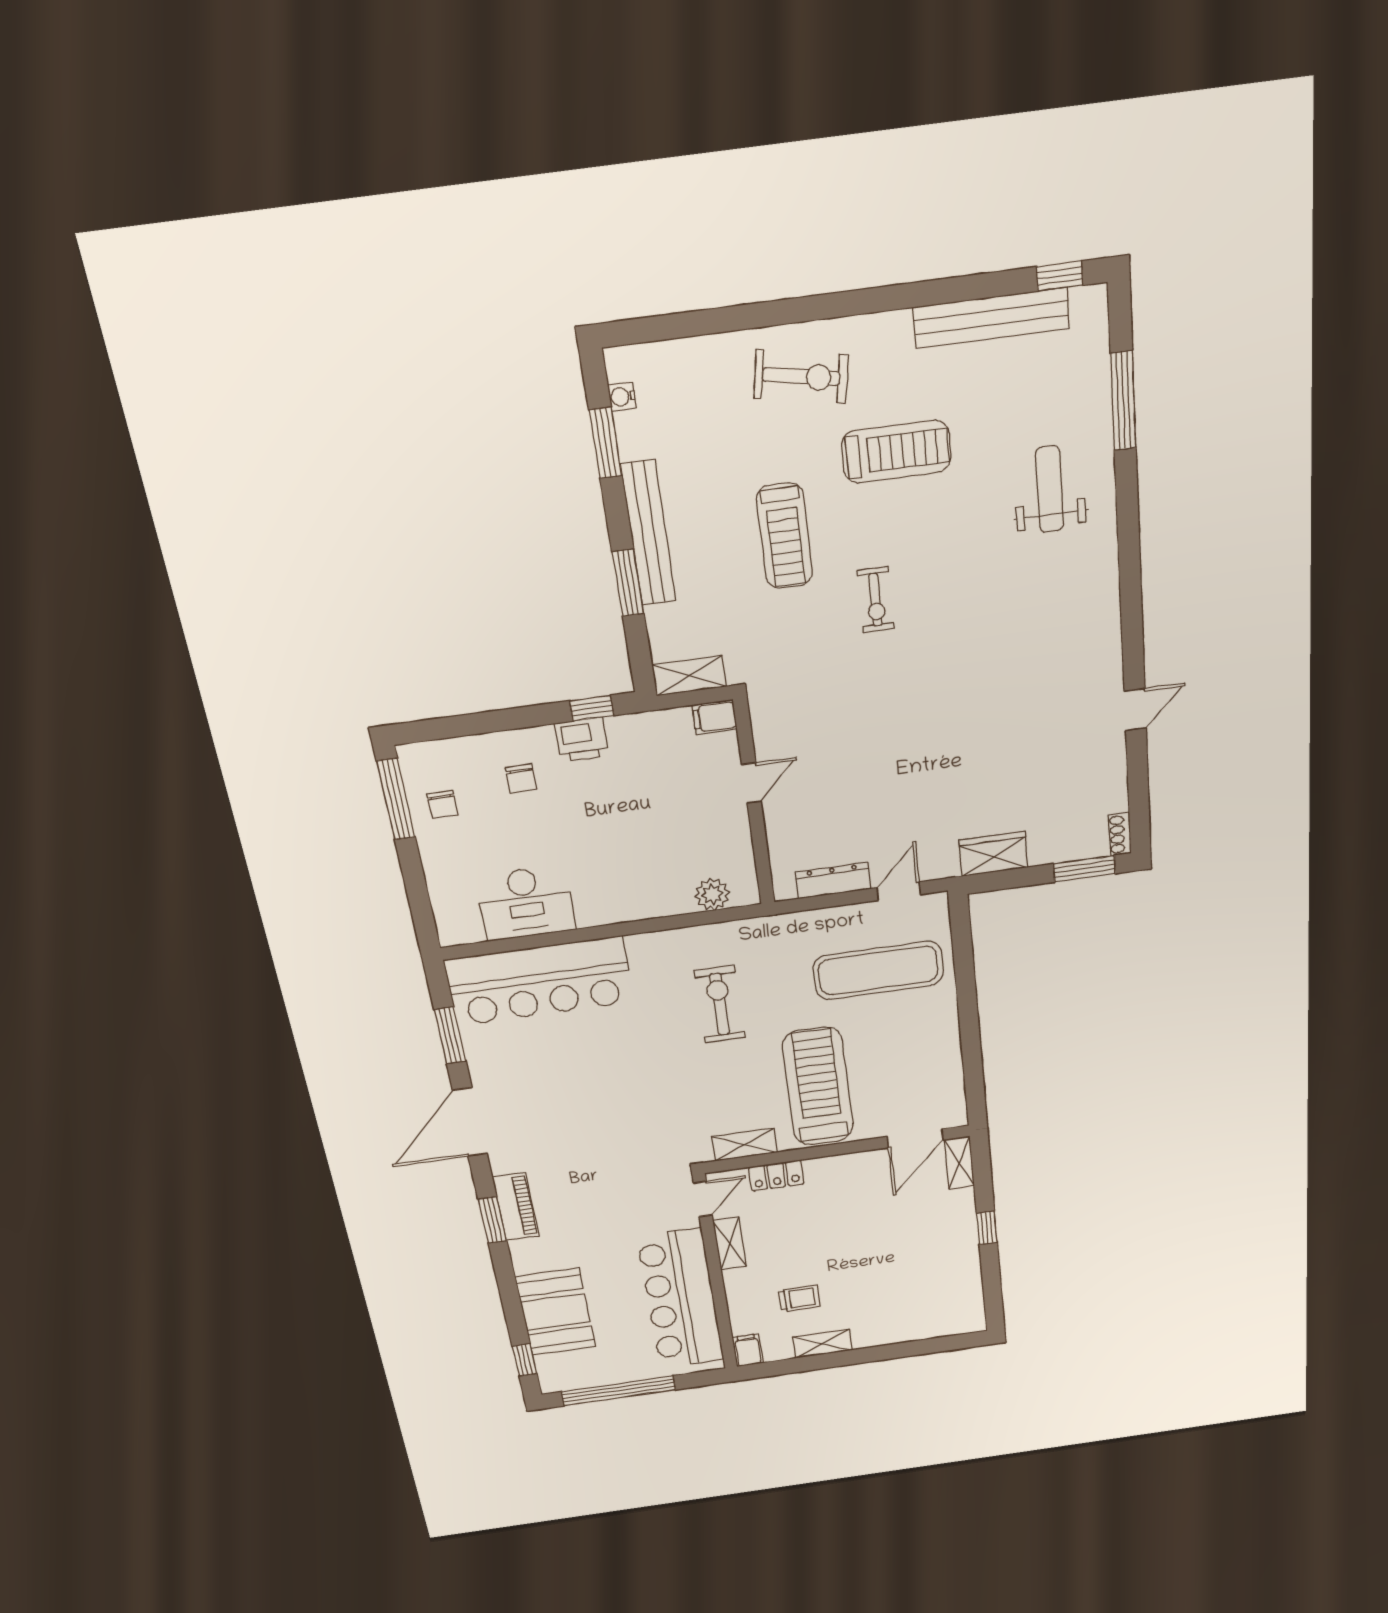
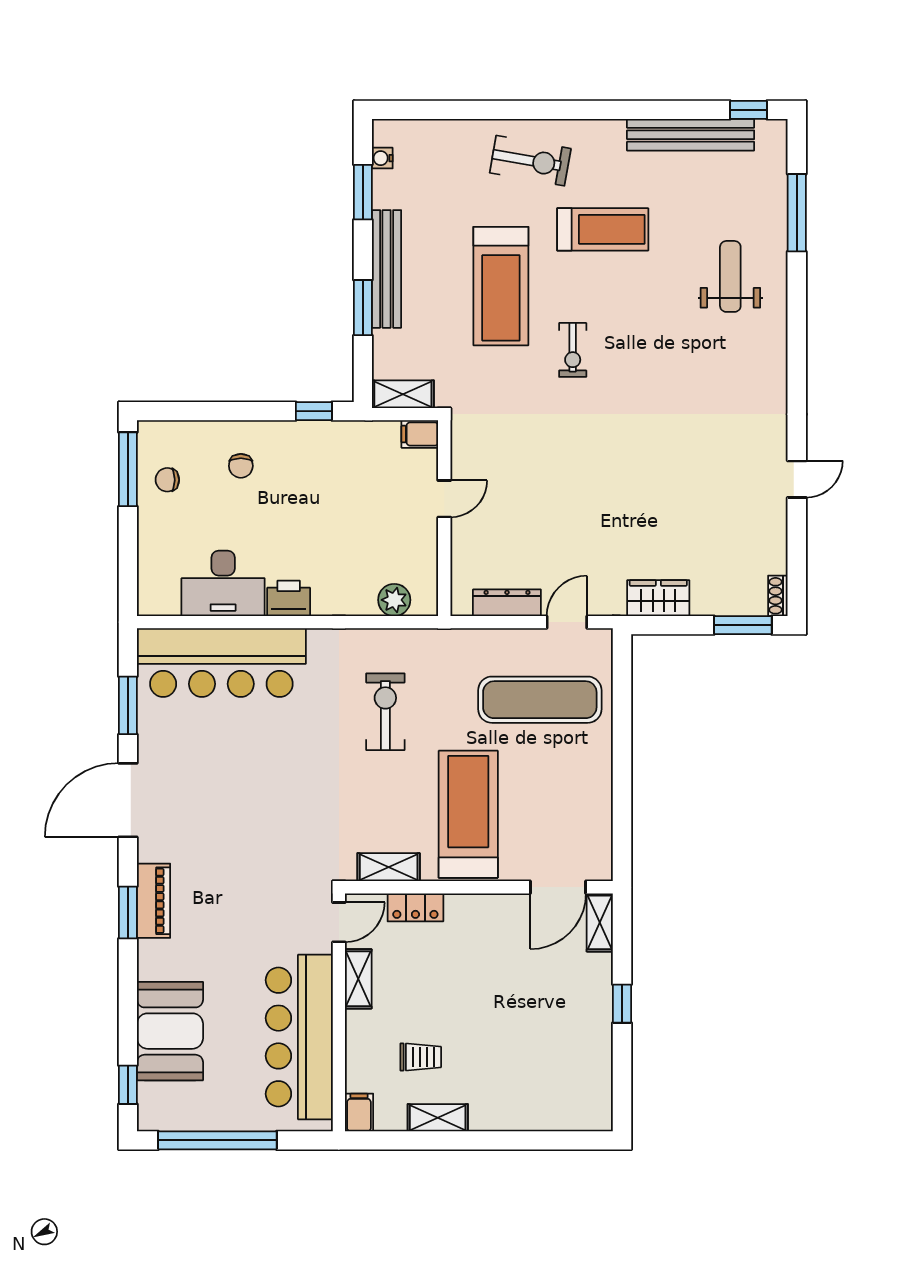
treadmill: (785, 536) -> (501, 286), width x1.37, depth x1.38
printer: (582, 740) -> (289, 598), moved, turned 180
chair: (442, 804) -> (167, 480), turned 90

